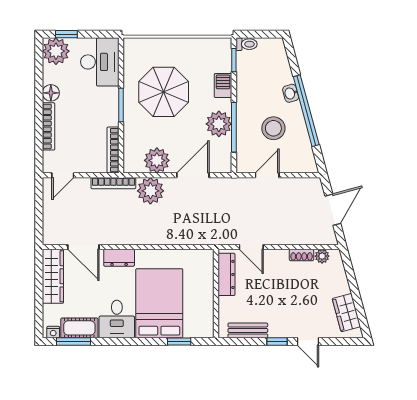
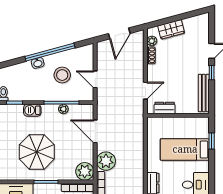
plant: (219, 124) -> (63, 109), width x0.53, depth x0.53
plant: (157, 160) -> (85, 171), moved
door: (333, 210) -> (119, 33), swing flipped
dresser: (226, 274) -> (165, 108), width x0.70
bed: (159, 303) -> (185, 149), width x0.67
wardrobe: (346, 313) -> (171, 29), moved
bench: (248, 330) -> (204, 93), width x1.36

